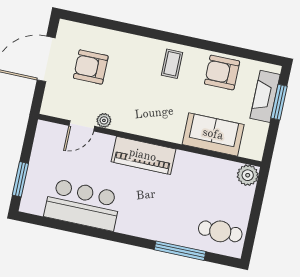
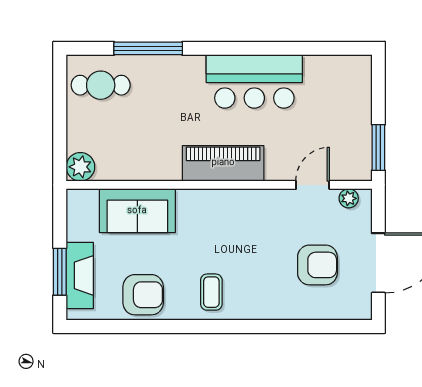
plant: (104, 120) -> (349, 198), moved
window: (20, 179) -> (378, 148), moved
bar counter: (83, 205) -> (254, 81), moved

